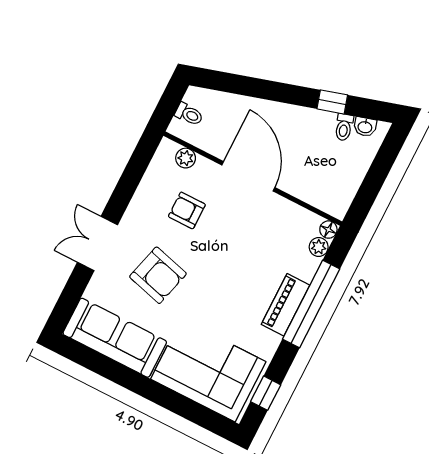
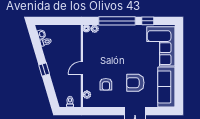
window: (332, 102) -> (44, 70), moved
door: (248, 176) -> (82, 68), width x0.53
armchair: (158, 275) -> (135, 83), turned -105
piano: (285, 305) -> (122, 30), removed
window: (266, 393) -> (148, 21), moved

